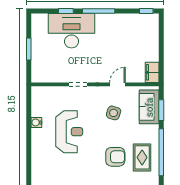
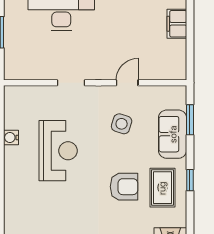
filing cabinet: (152, 72) -> (177, 24), moved
sofa: (149, 107) -> (173, 134), moved
window: (161, 152) -> (190, 180), width x0.32

